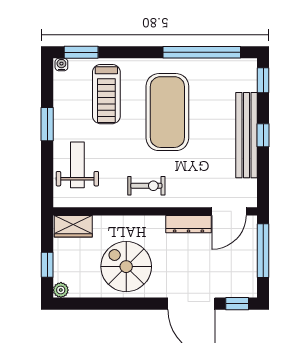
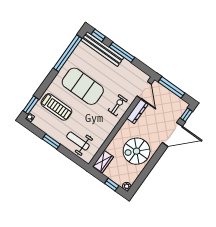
bench: (247, 135) -> (102, 49), moved
window: (263, 135) -> (122, 52), width x2.17
exercise bike: (146, 186) -> (118, 105), moved

